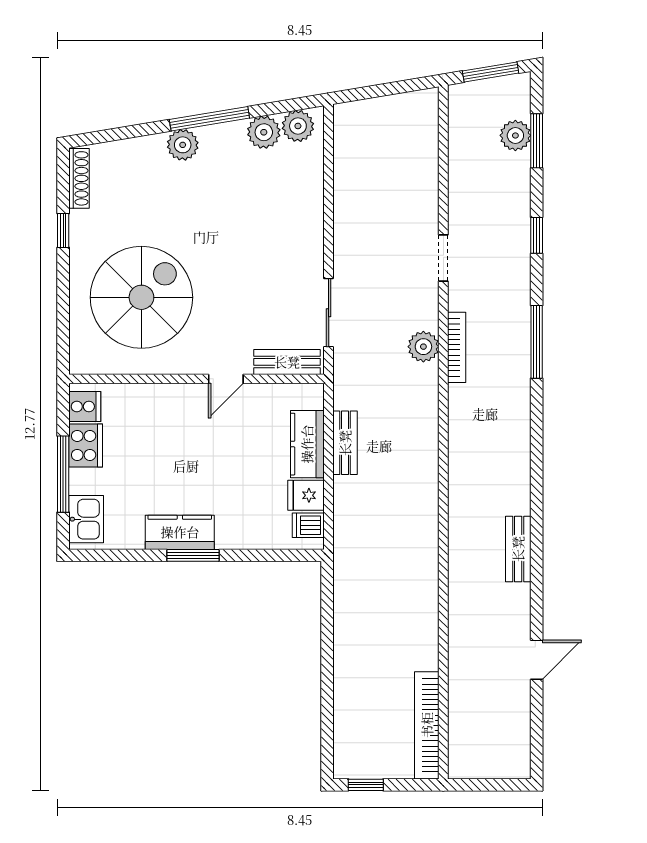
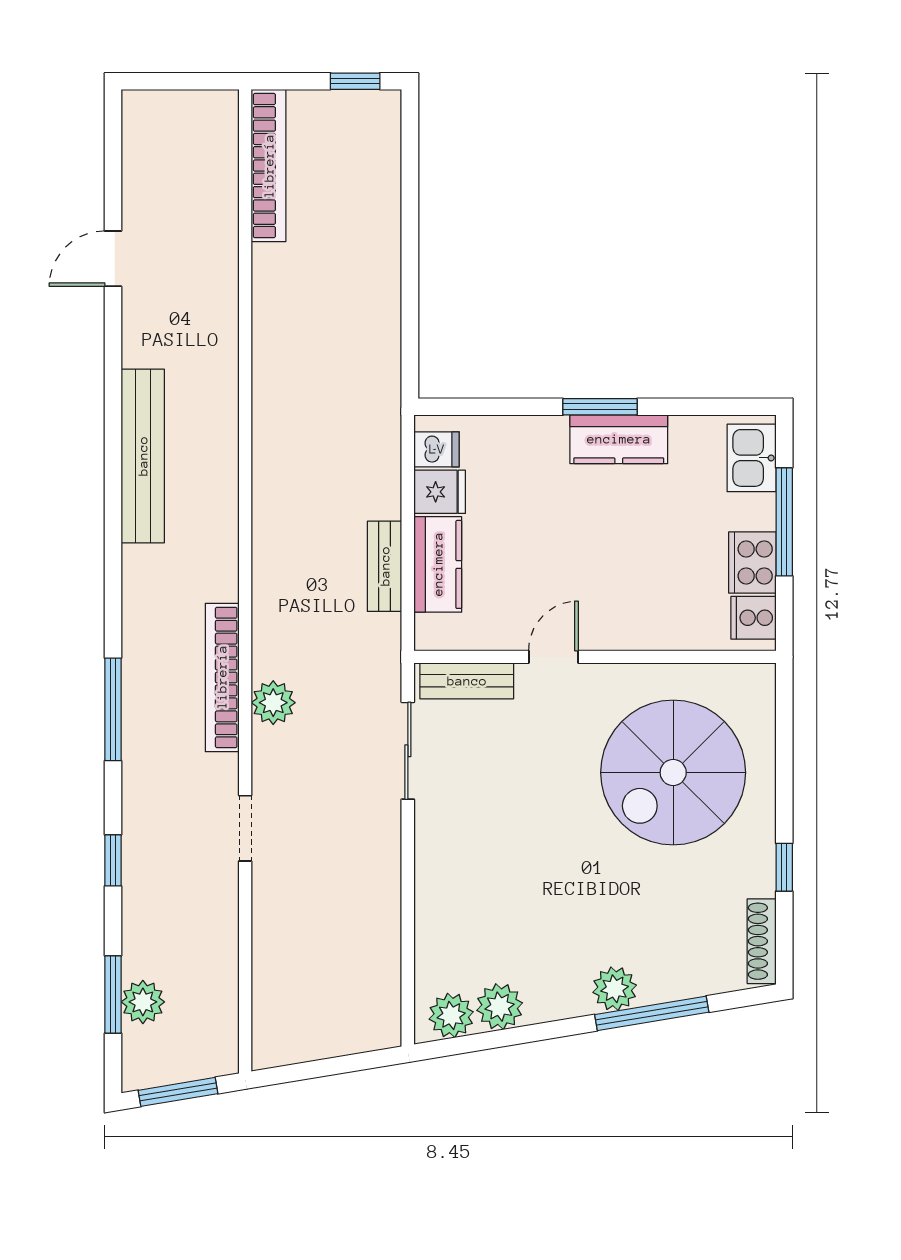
window: (209, 119) -> (652, 1013), moved
bookcase: (457, 347) -> (222, 677), width x1.48, depth x1.31
bench: (518, 549) -> (143, 456), width x1.86, depth x1.21

